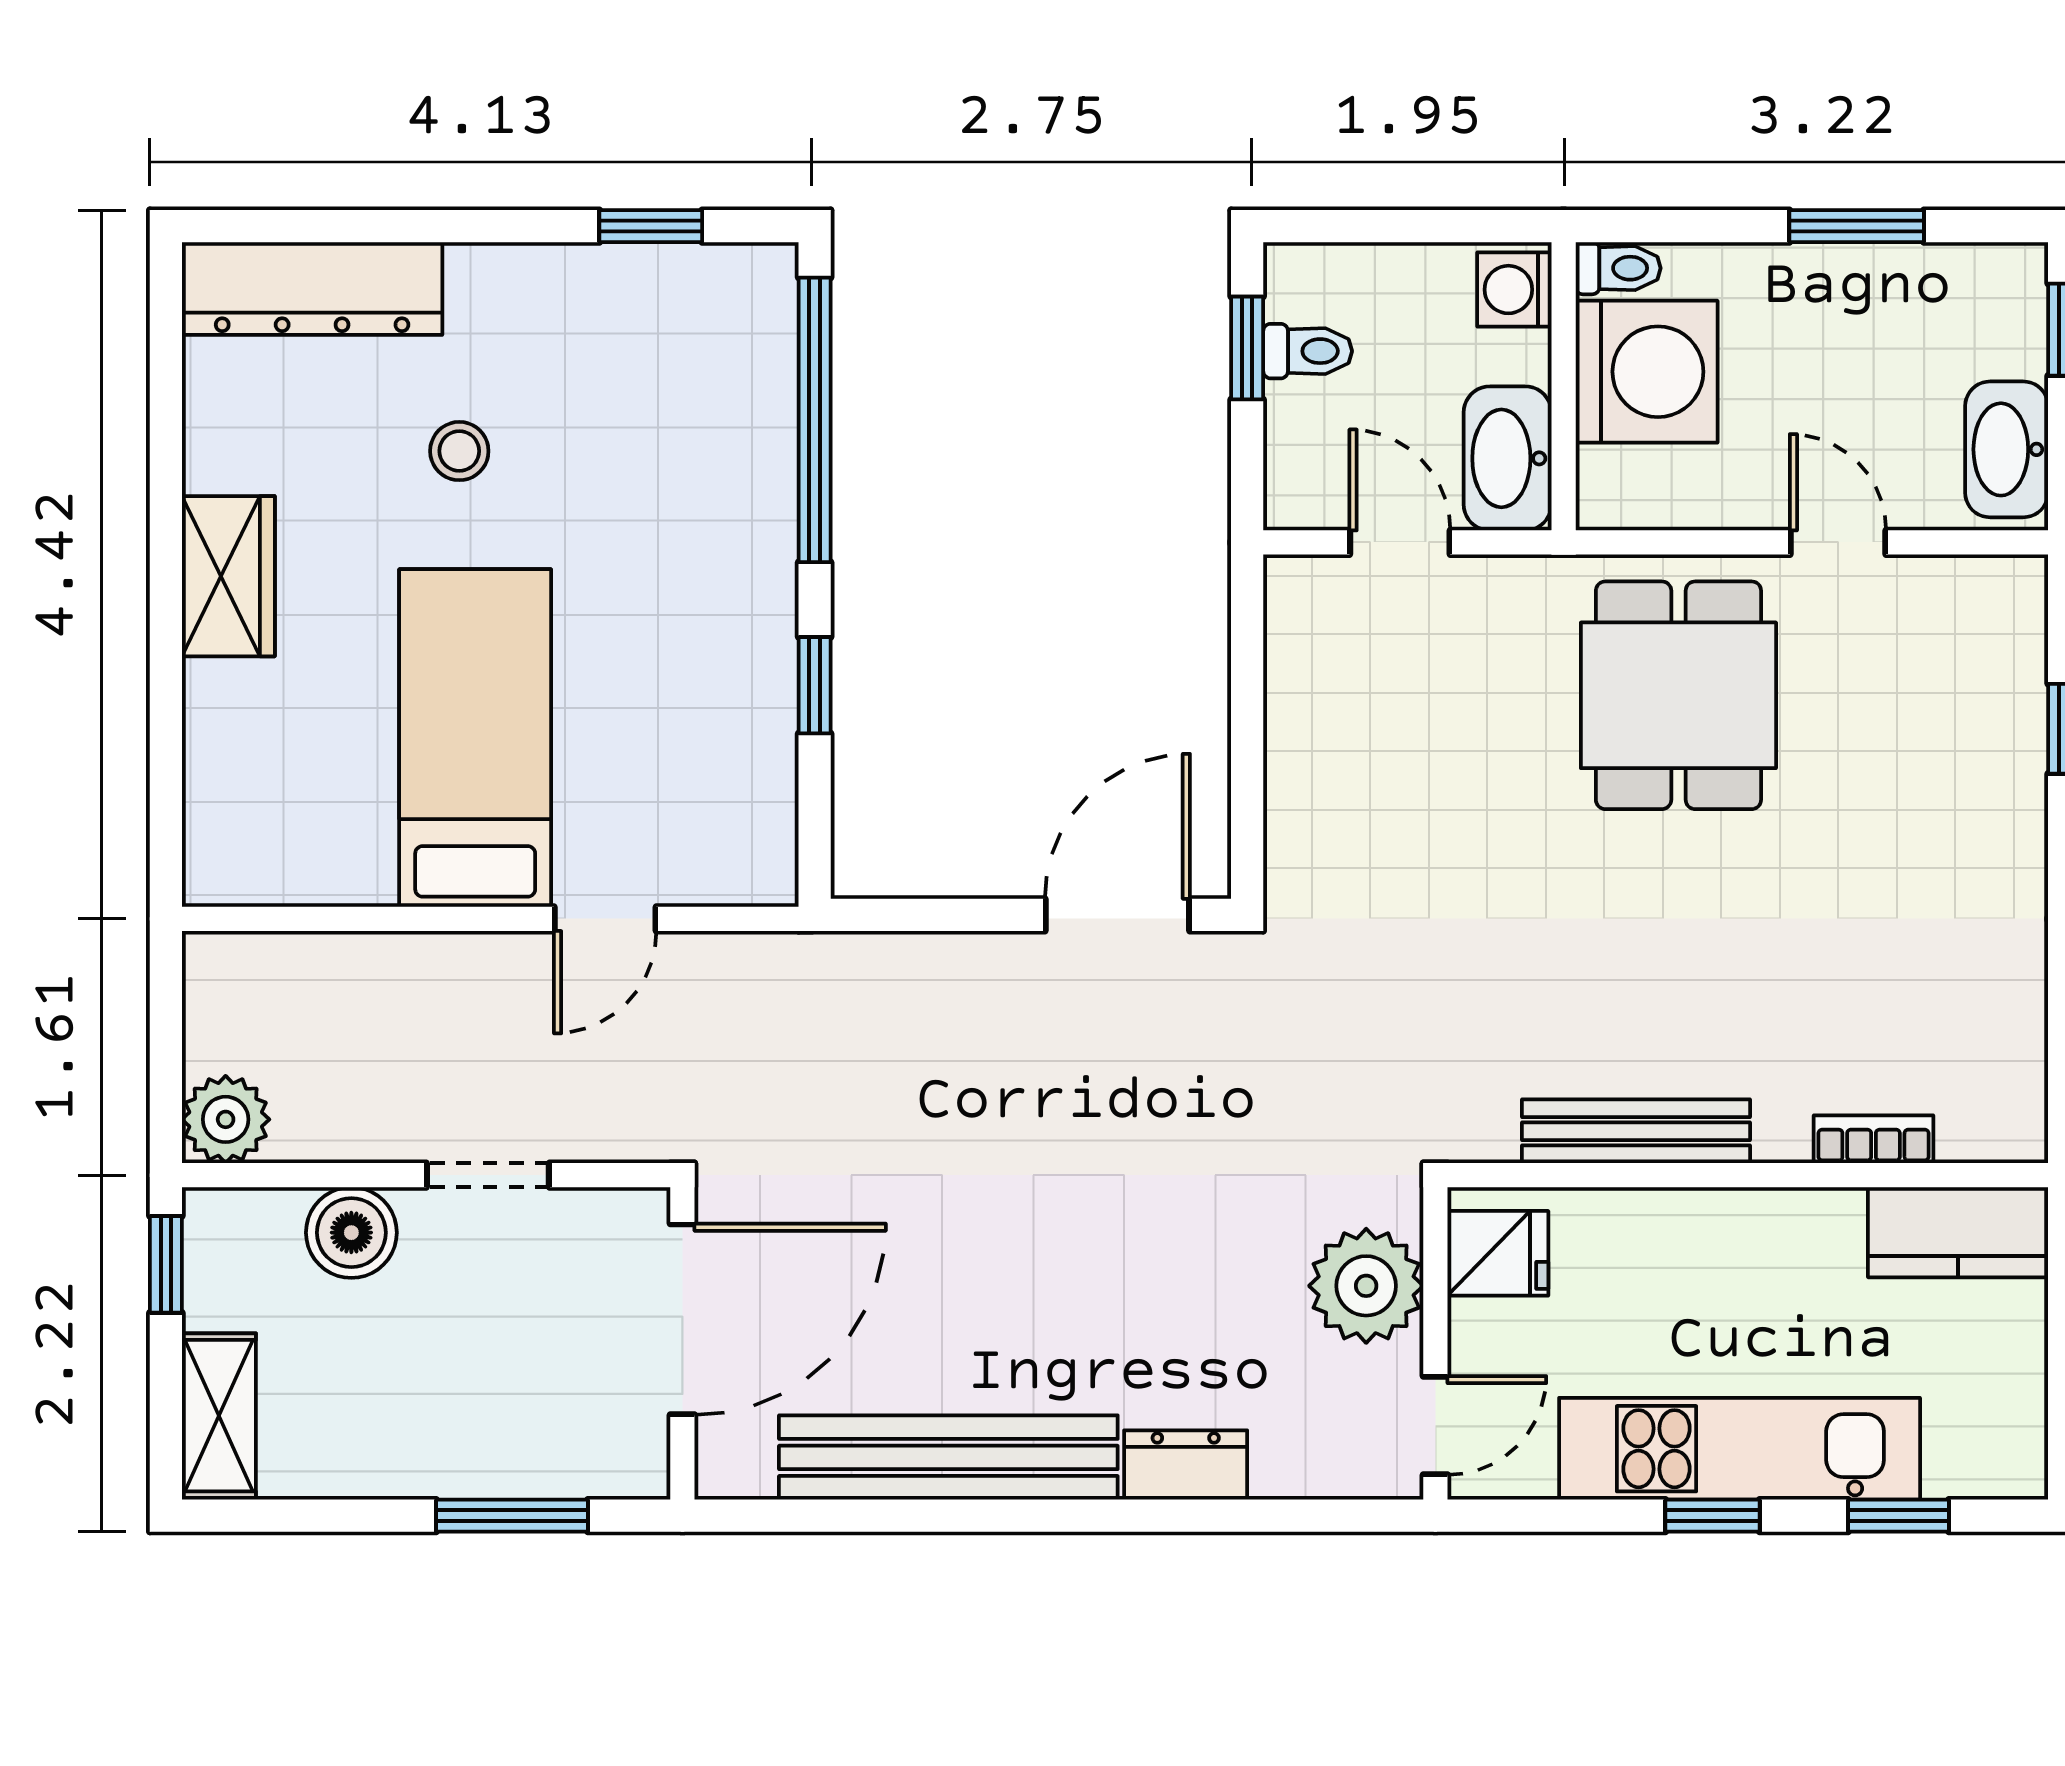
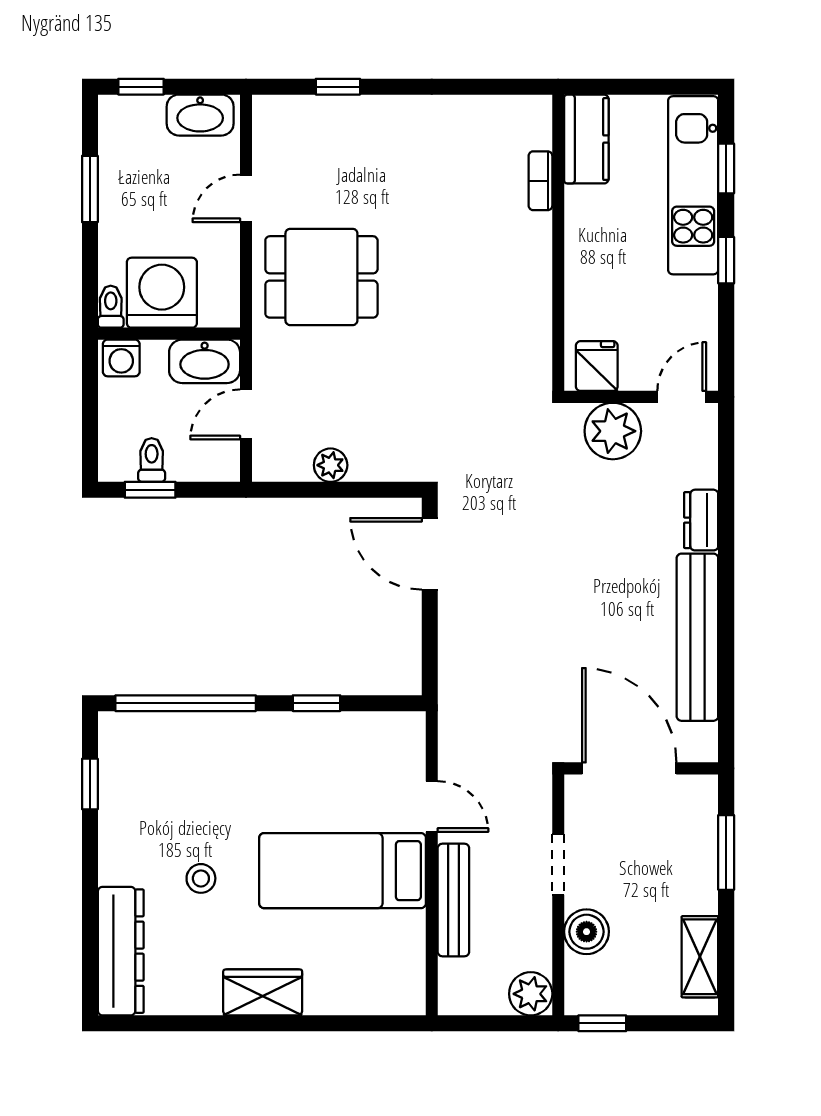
plant: (1297, 714) -> (331, 465), added
bench: (1636, 1131) -> (453, 900), moved
shelving: (219, 1416) -> (700, 957), moved, turned 90
door: (1435, 1425) -> (682, 397), hinge flipped
kitchen unit: (1740, 1449) -> (693, 185), moved

